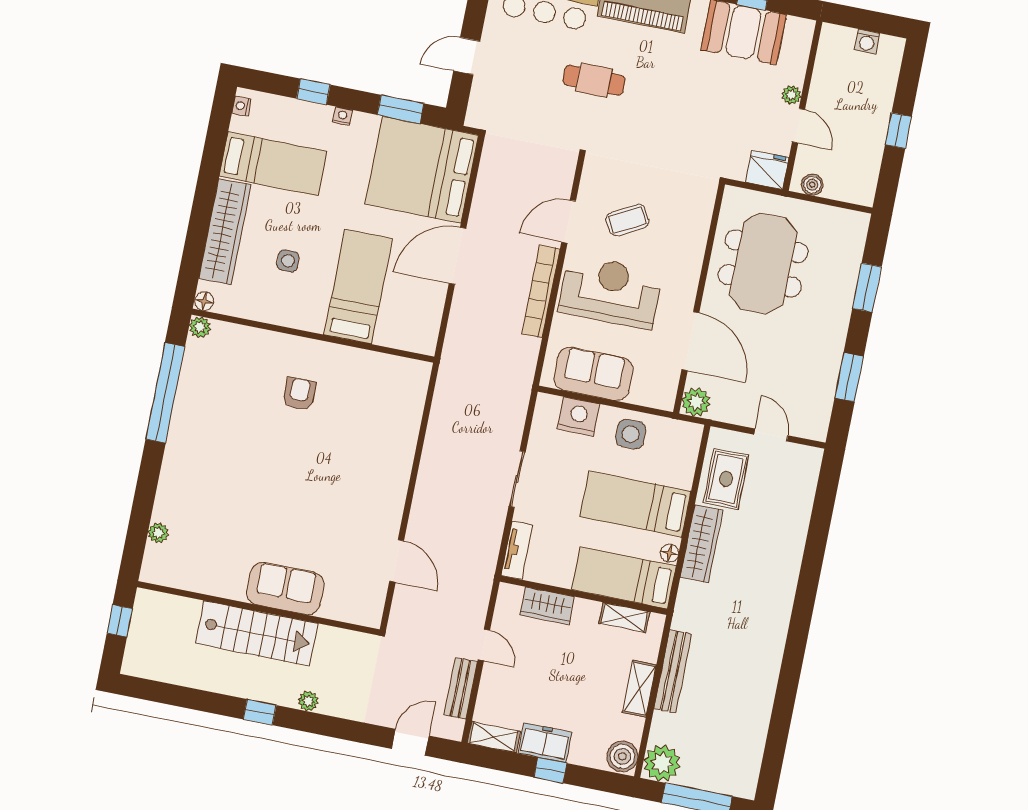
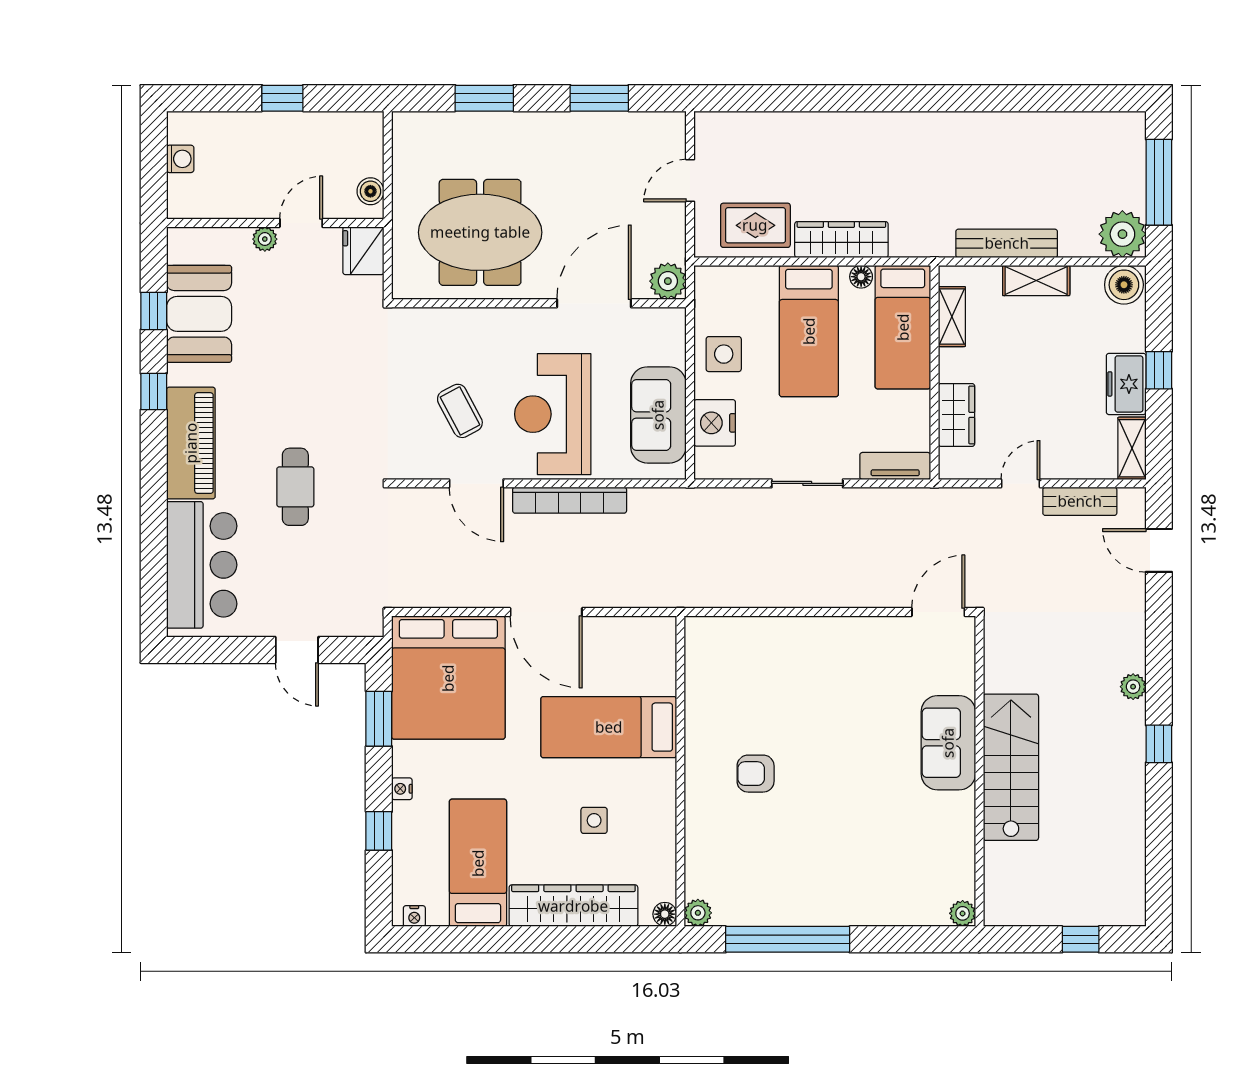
sofa: (285, 589) -> (948, 743), moved
wall: (258, 608) -> (979, 771), moved
stairs: (257, 633) -> (1011, 767), moved

